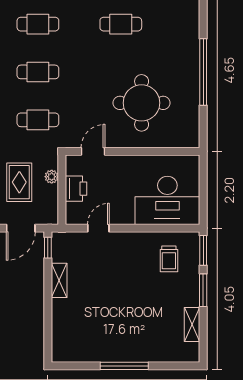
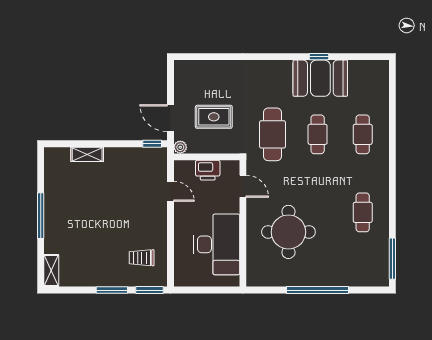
cafe table: (38, 120) -> (273, 134), width x1.37, depth x1.35
plant: (52, 177) -> (180, 147), moved
desk: (167, 200) -> (217, 244), moved, turned 180
shelving: (59, 280) -> (87, 154), moved
shelving: (192, 324) -> (51, 271), moved, turned 90

